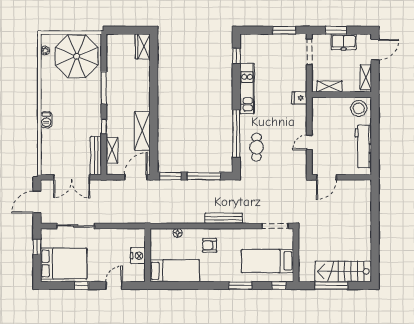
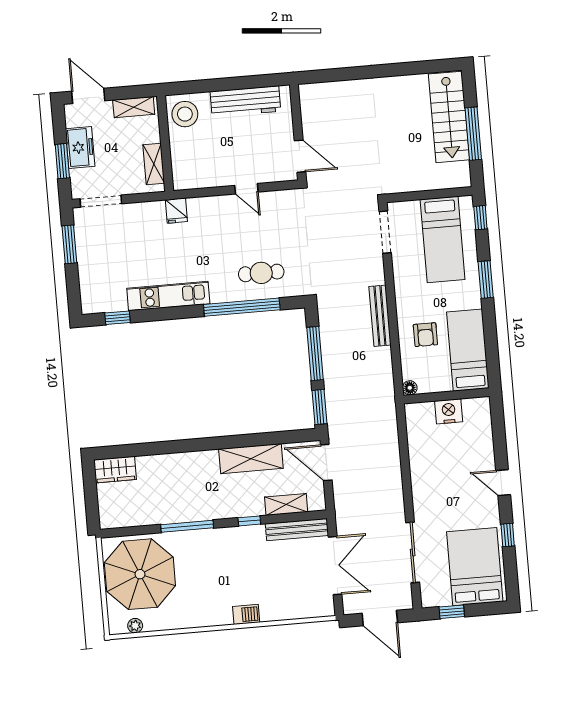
wall: (148, 255) -> (446, 396), moved
nightstand: (138, 256) -> (449, 411), moved
bed: (175, 271) -> (468, 350), moved

